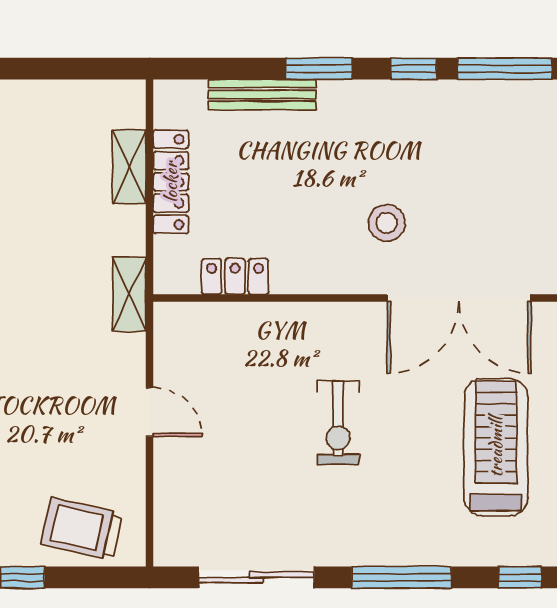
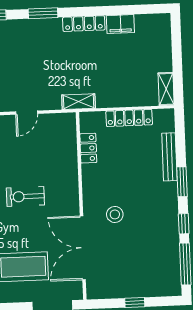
shelving: (129, 167) -> (166, 89), moved, turned 90

